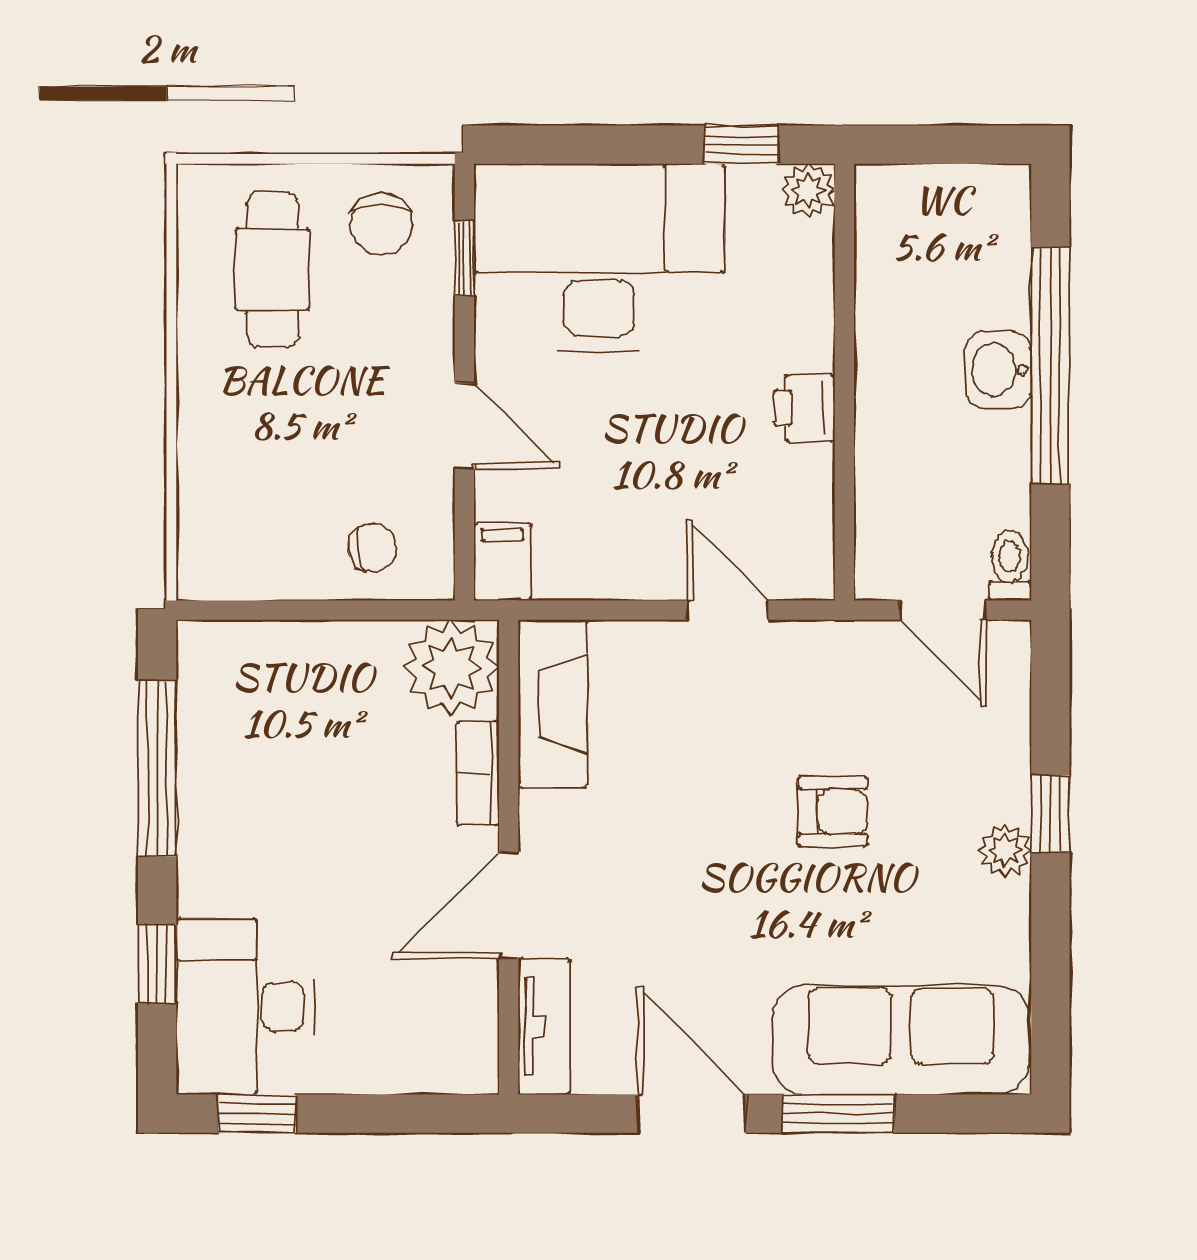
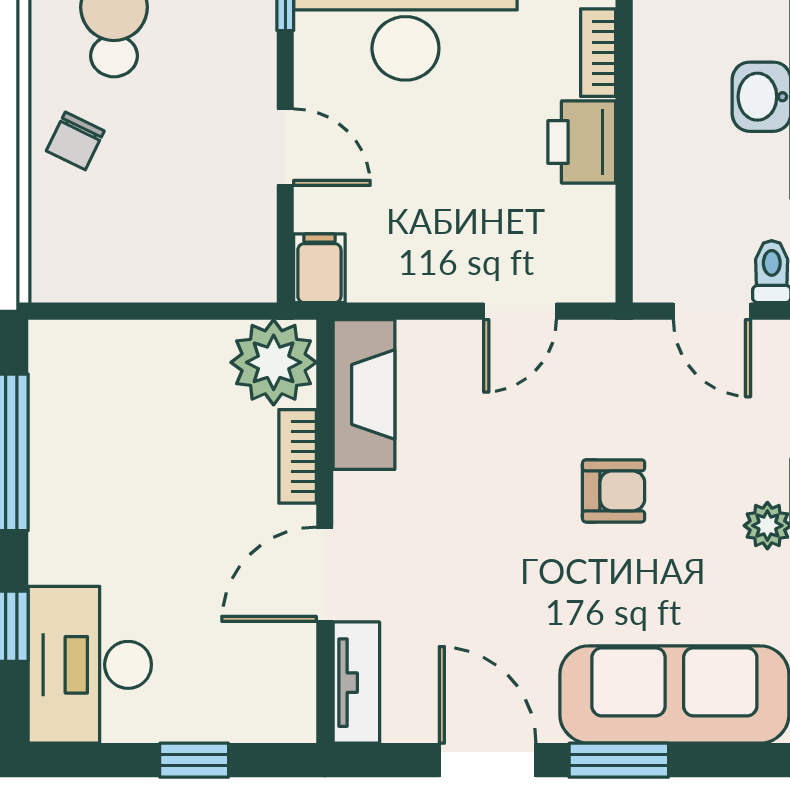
bookcase: (815, 320) -> (598, 53), added
printer: (804, 408) -> (582, 142), width x1.36, depth x1.24
chair: (372, 547) -> (75, 141), moved, turned 124
door: (728, 610) -> (520, 311), swing flipped
window: (257, 1114) -> (194, 760), moved

